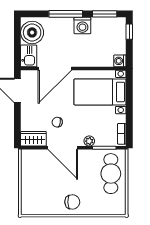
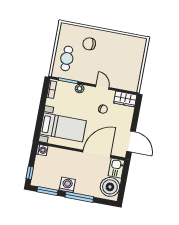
door: (63, 148) -> (102, 87), width x0.53
cafe table: (111, 174) -> (67, 58), width x0.73, depth x0.74
chair: (72, 202) -> (89, 44), moved

